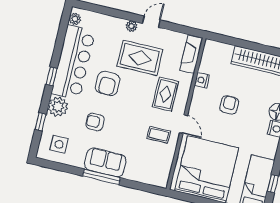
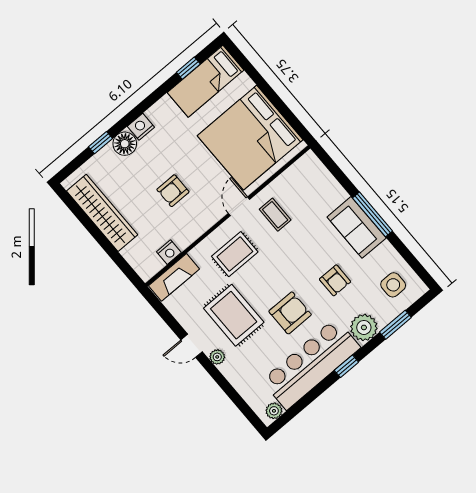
nightstand: (202, 80) -> (169, 252), moved
window: (41, 122) -> (395, 325), width x1.50

